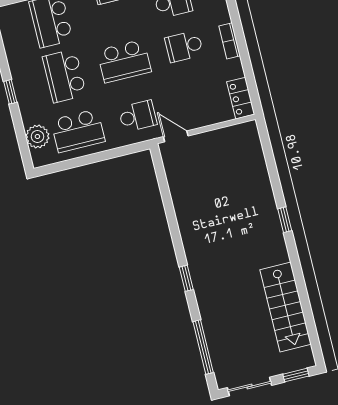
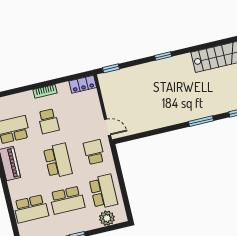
door: (176, 136) -> (108, 127), swing flipped
window: (265, 141) -> (111, 68), added
window: (186, 278) -> (201, 121), width x1.50

